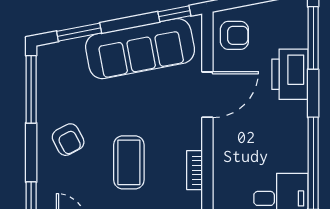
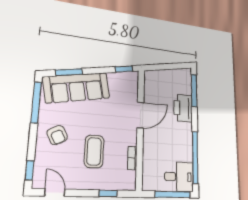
armchair: (234, 35) -> (155, 84), removed
sofa: (140, 49) -> (77, 88), moved

